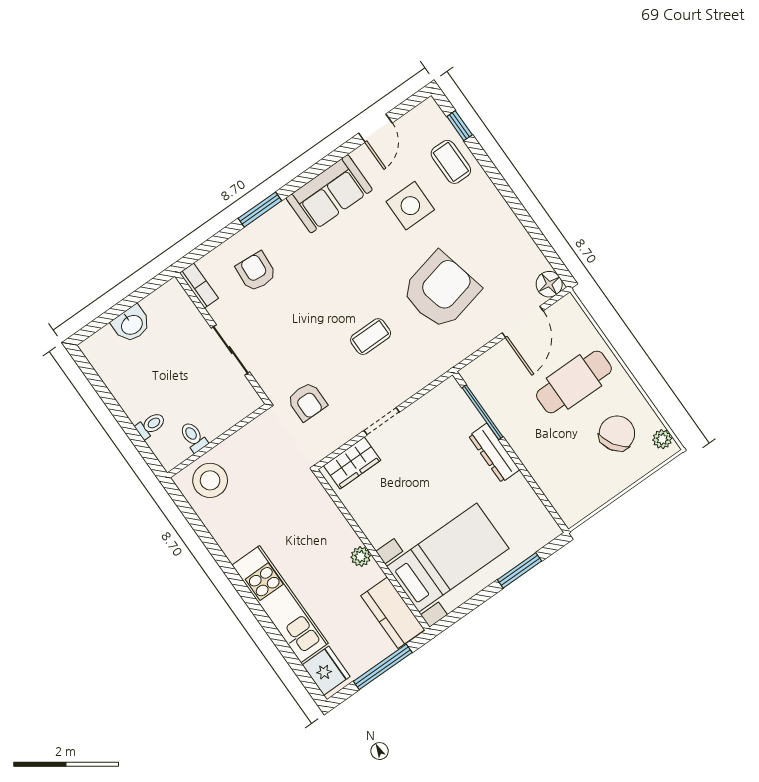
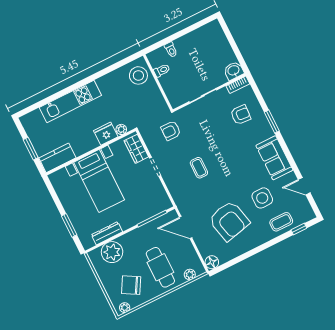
armchair: (441, 291) -> (229, 221), moved
door: (523, 322) -> (186, 227), moved
plant: (579, 323) -> (190, 275), added
washbasin: (131, 324) -> (234, 71), moved, turned 90
chair: (617, 433) -> (131, 285), turned 152
dresser: (494, 453) -> (107, 233), moved
plant: (559, 480) -> (112, 252), added
plant: (361, 557) -> (121, 129), moved
bed with nightstands: (448, 558) -> (99, 181), moved
window: (383, 667) -> (31, 149), width x0.69
fridge: (326, 671) -> (106, 134), moved, turned 180

